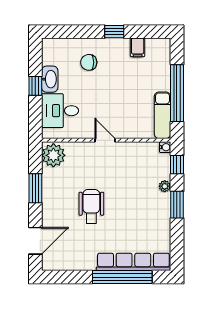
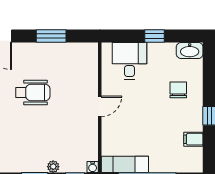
washbasin: (50, 79) -> (190, 50), moved
plant: (53, 155) -> (84, 54), removed

